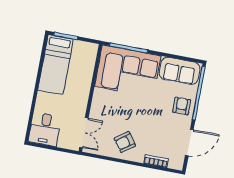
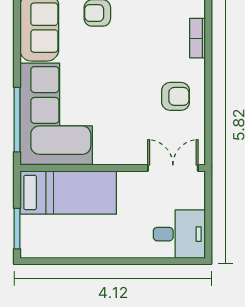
bed: (56, 65) -> (68, 192), moved
armchair: (125, 142) -> (176, 96), turned -54

